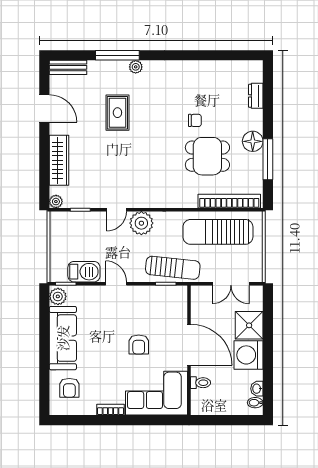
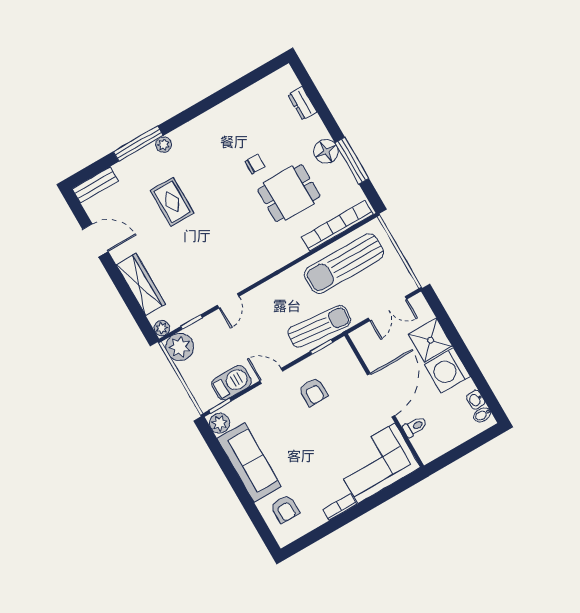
plant: (141, 223) -> (180, 347), moved
armchair: (139, 344) -> (313, 392), moved
door: (189, 345) -> (381, 395), hinge flipped

